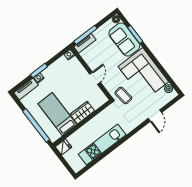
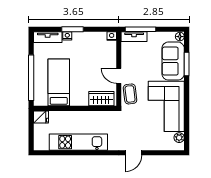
door: (95, 78) -> (119, 76), swing flipped
coffee table: (123, 95) -> (130, 94), moved
wardrobe: (82, 113) -> (101, 99), moved
door: (155, 116) -> (133, 153), moved

